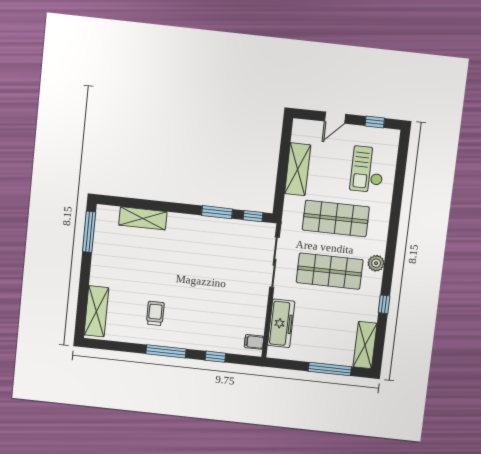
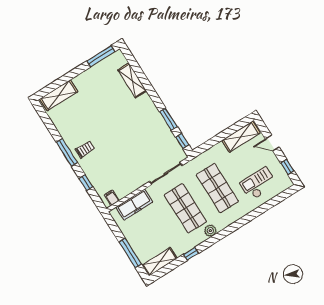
shelving: (298, 169) -> (241, 137), moved
trolley: (155, 313) -> (85, 149), moved

